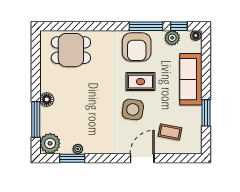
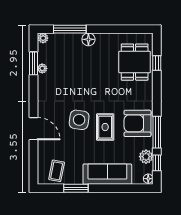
window: (72, 26) -> (157, 63), added
coffee table: (170, 132) -> (57, 171), moved
plant: (50, 143) -> (43, 38), width x0.53, depth x0.53

